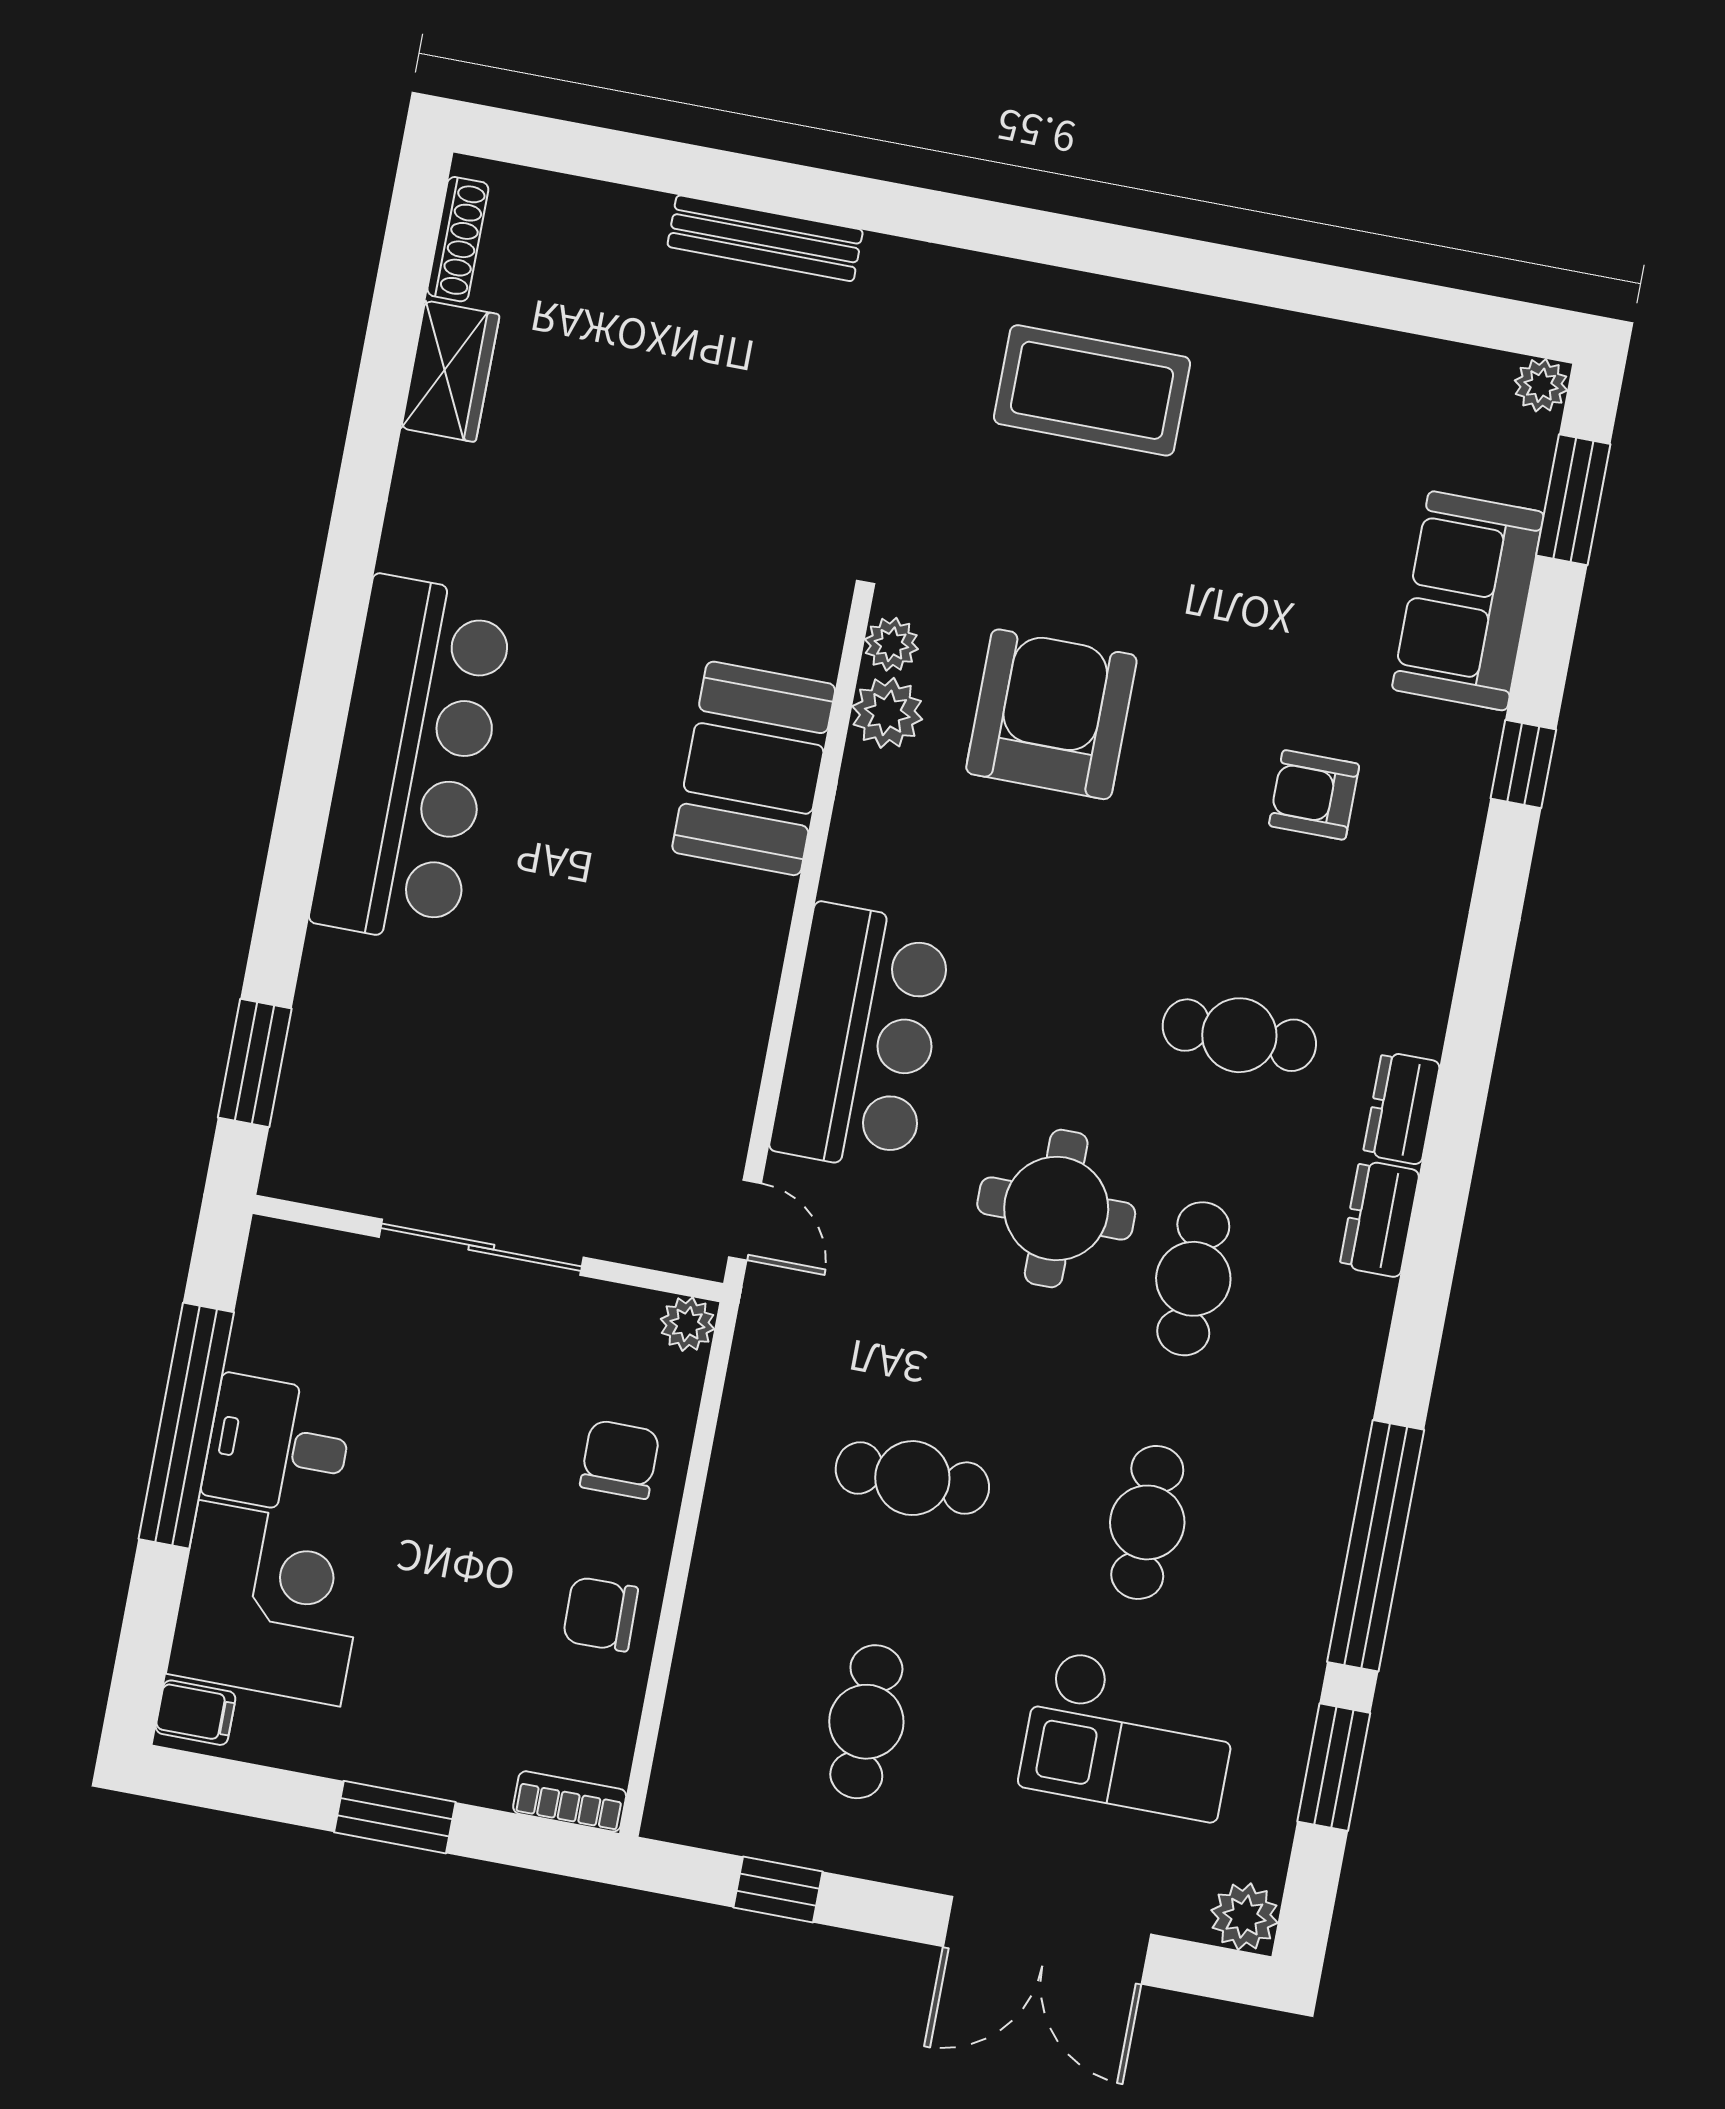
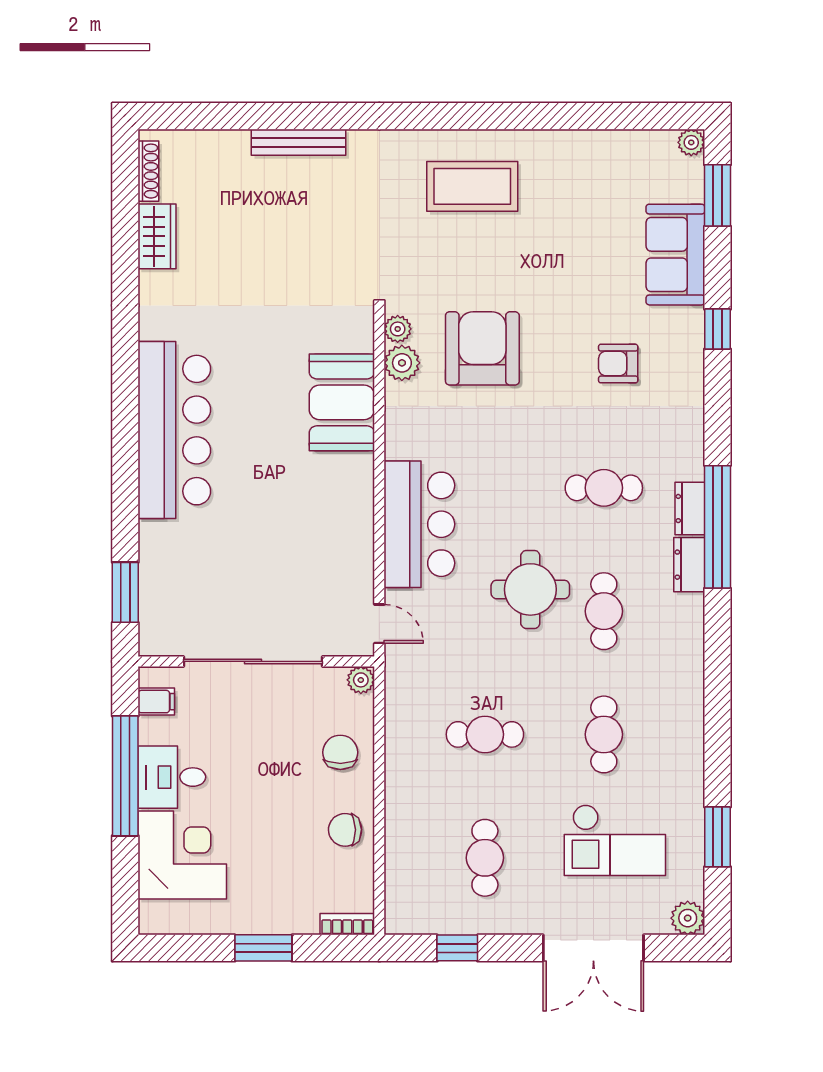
sliding door: (481, 1247) -> (253, 661), width x1.36
window: (1376, 1546) -> (718, 527), moved
filing cabinet: (196, 1713) -> (156, 702), moved

